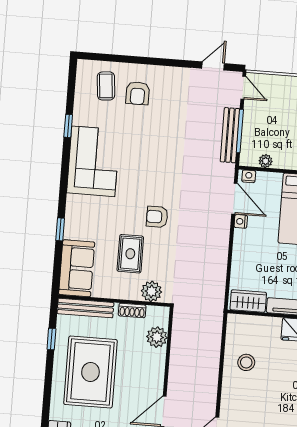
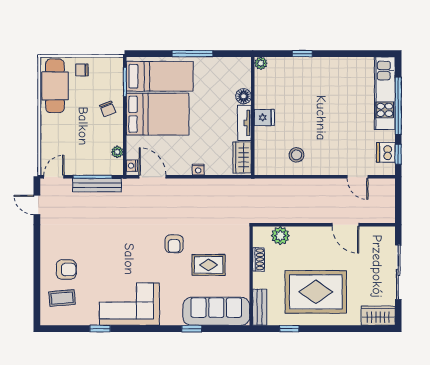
door: (234, 199) -> (153, 177), hinge flipped
nightstand: (241, 221) -> (198, 170), moved
sofa: (77, 268) -> (216, 311), width x1.36
plant: (151, 291) -> (240, 244), removed
bench: (85, 308) -> (260, 307), width x0.73

